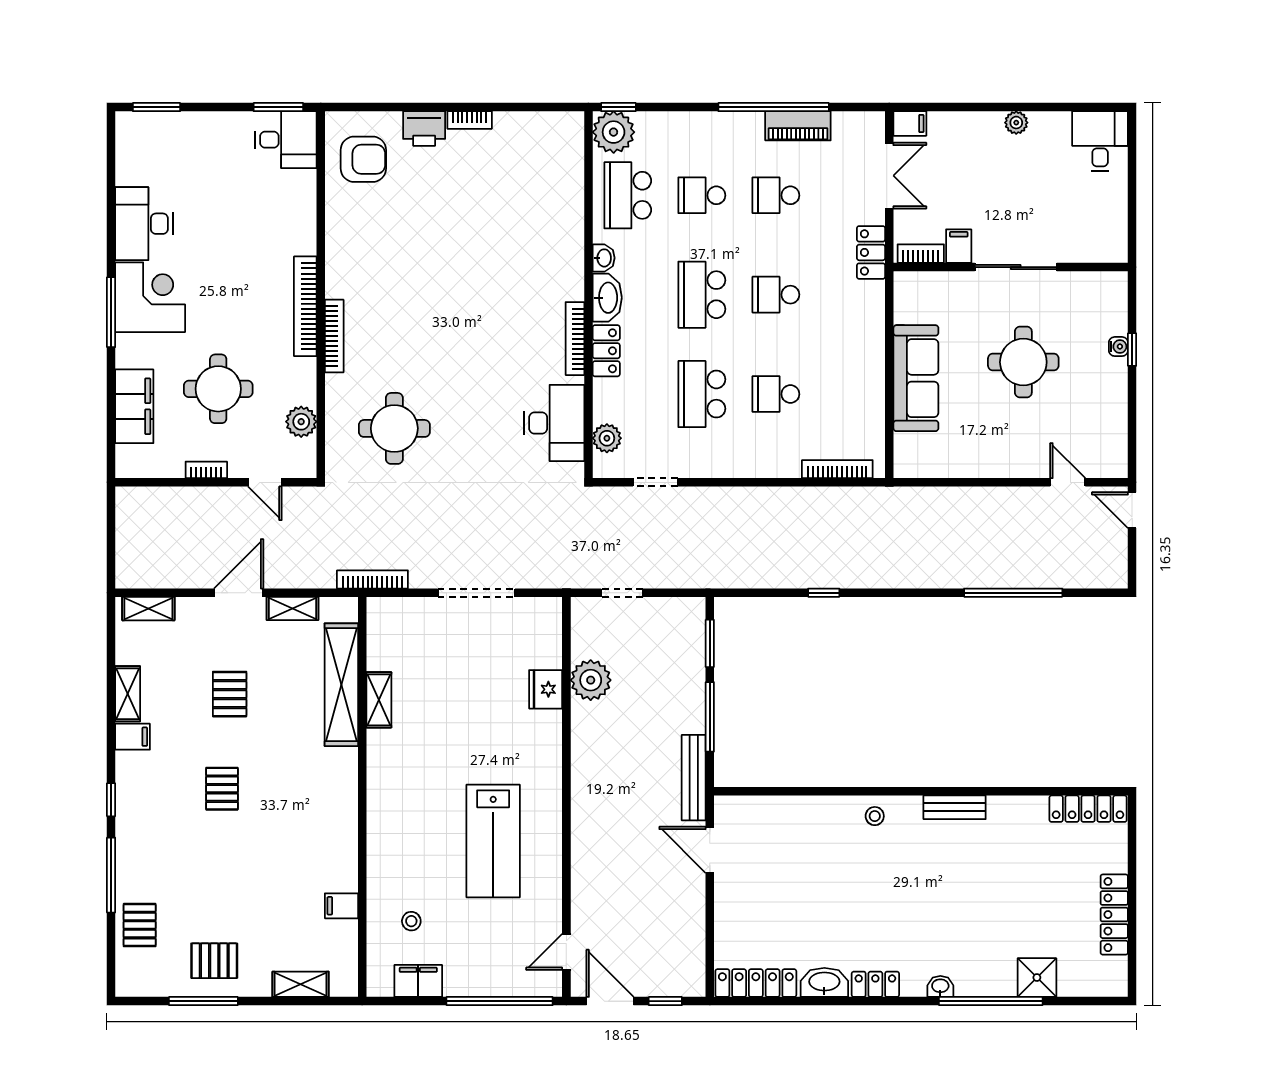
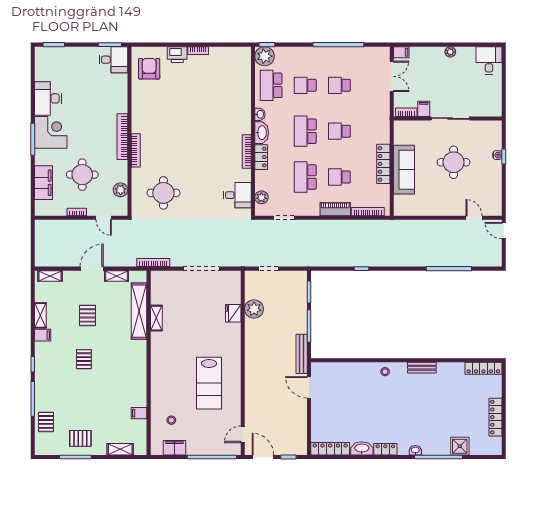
piano: (798, 126) -> (335, 209), moved, turned 180
armchair: (363, 159) -> (149, 69), turned -90
locker: (871, 252) -> (383, 164), moved, width x1.53
desk: (554, 423) -> (237, 195), width x0.73

